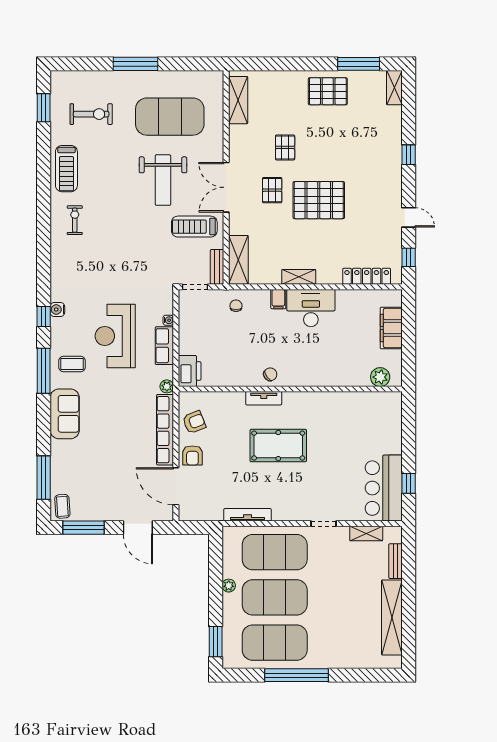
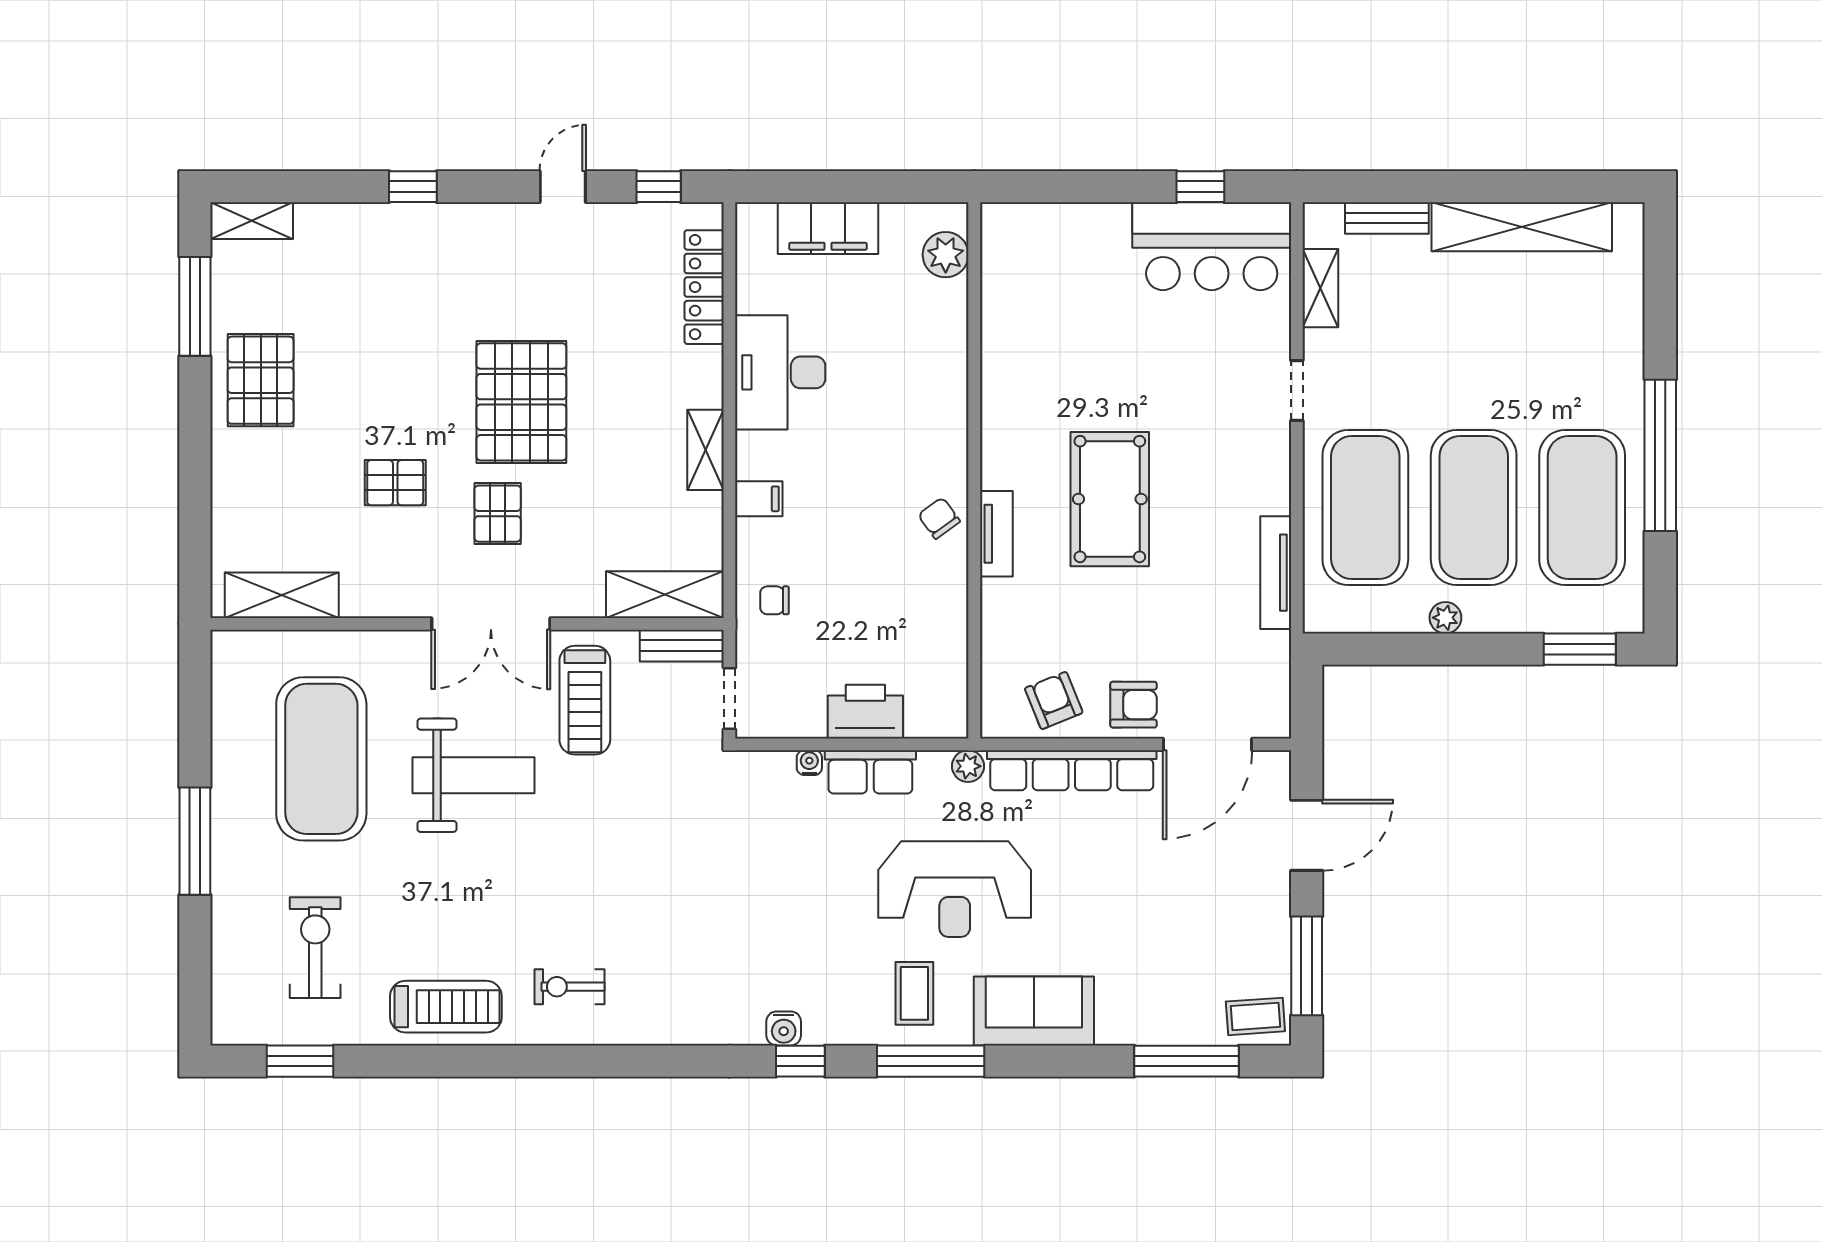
pallet: (272, 190) -> (498, 514), turned 90
desk: (311, 308) -> (780, 372), moved
reception desk: (115, 336) -> (955, 889), moved
printer: (190, 371) -> (865, 712), moved

